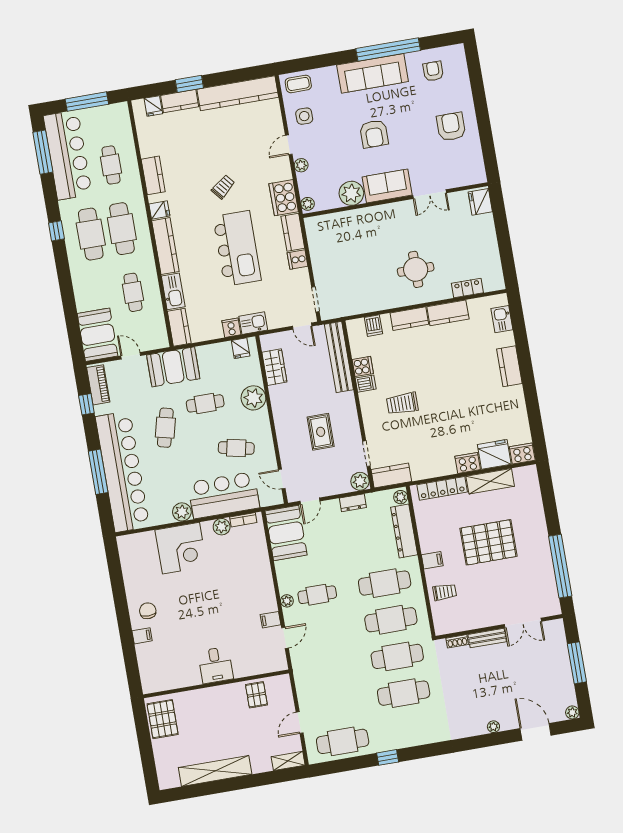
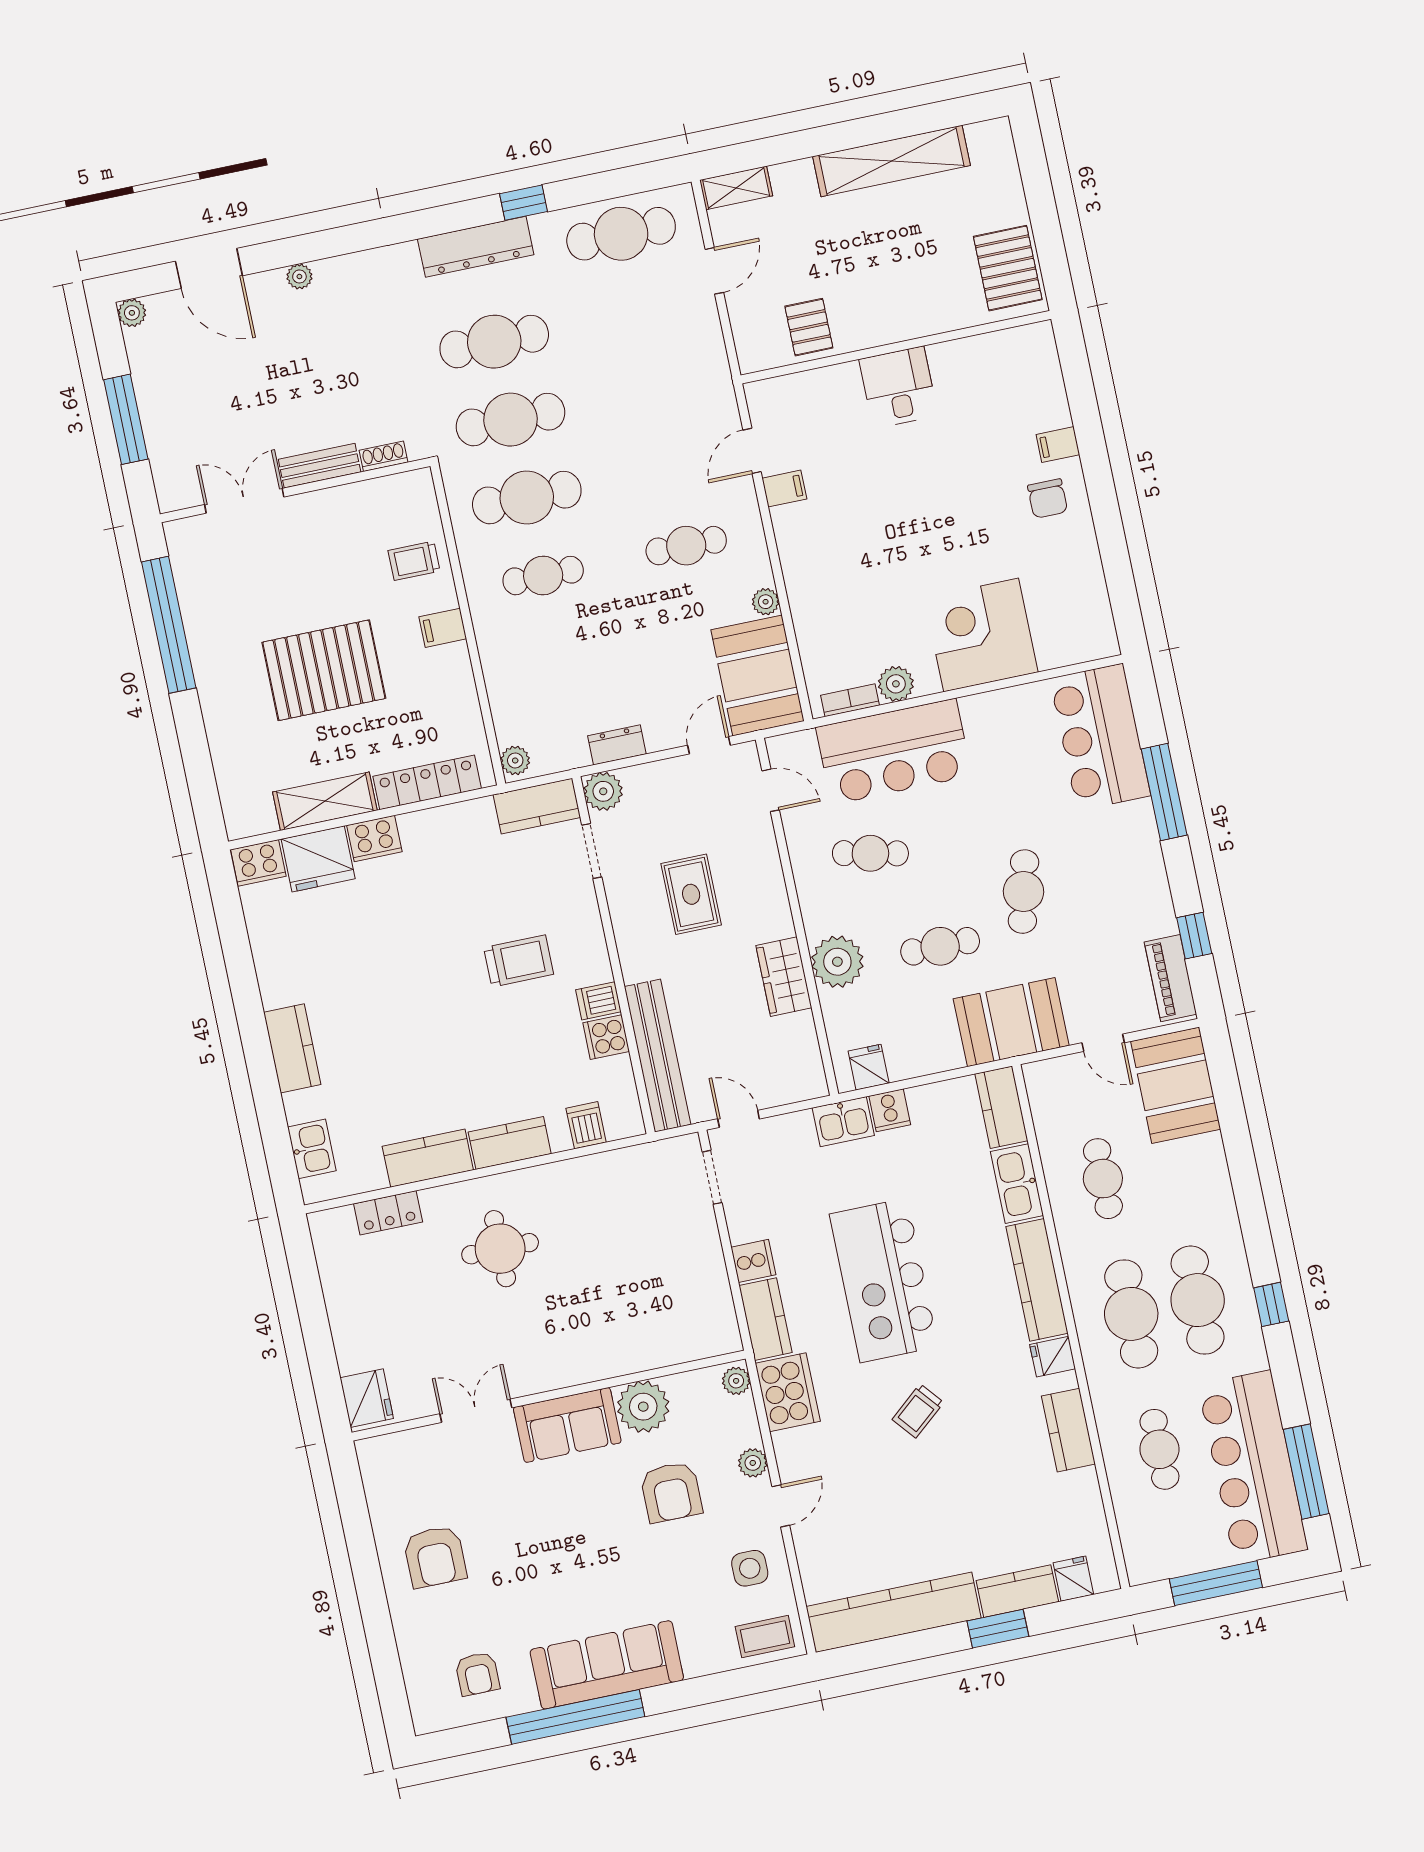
armchair: (374, 134) -> (671, 1492), moved, turned 180
wardrobe: (274, 367) -> (784, 977), moved
bar counter: (122, 472) -> (1100, 737), width x0.54
plant: (182, 512) -> (982, 713), removed
dresser: (404, 531) -> (476, 247), moved, turned 90
cafe table: (385, 583) -> (543, 576), width x0.73, depth x0.74
plant: (287, 601) -> (766, 602), moved

